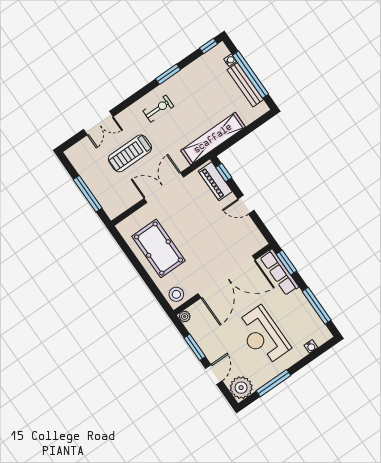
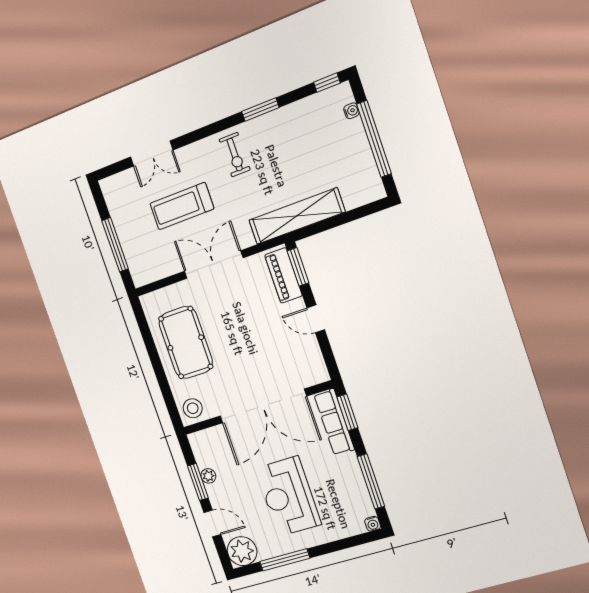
bench: (245, 85) -> (363, 152), removed
exercise bike: (158, 109) -> (235, 155), turned 90
window: (224, 173) -> (298, 267), width x1.50
plant: (185, 316) -> (208, 476), moved
water cooler: (311, 346) -> (373, 524), moved
door: (214, 375) -> (212, 523), hinge flipped

